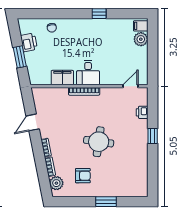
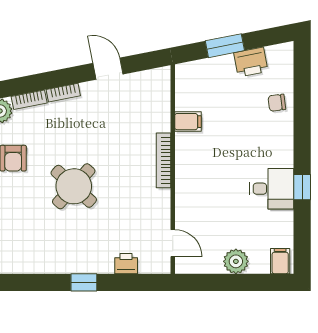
plant: (141, 39) -> (236, 261), moved
desk: (88, 73) -> (272, 189), moved, turned 180
filing cabinet: (62, 78) -> (188, 122), width x0.50
round table: (99, 142) -> (74, 186), turned 34

